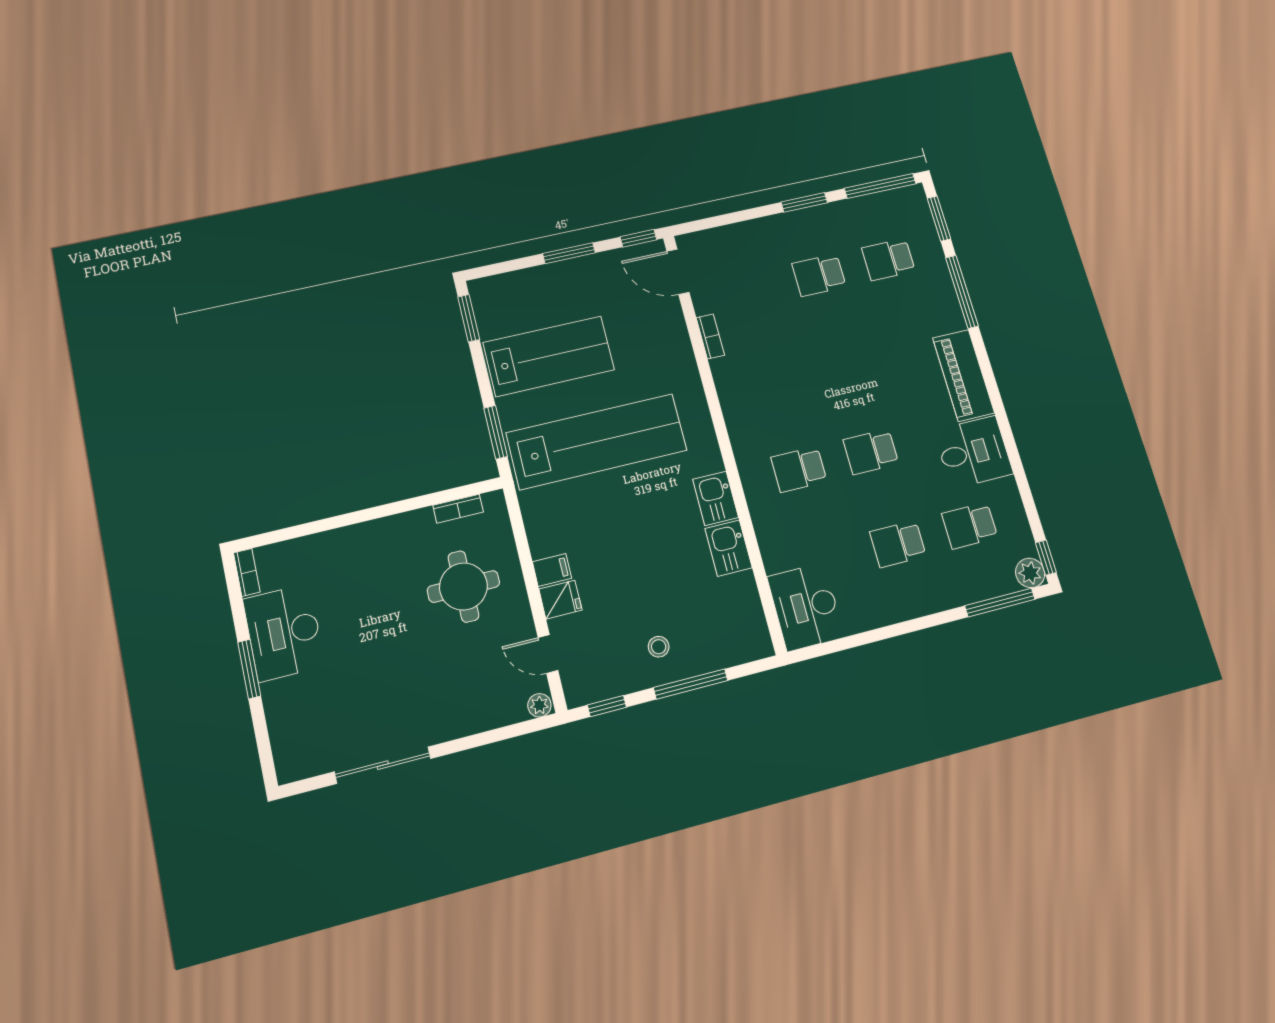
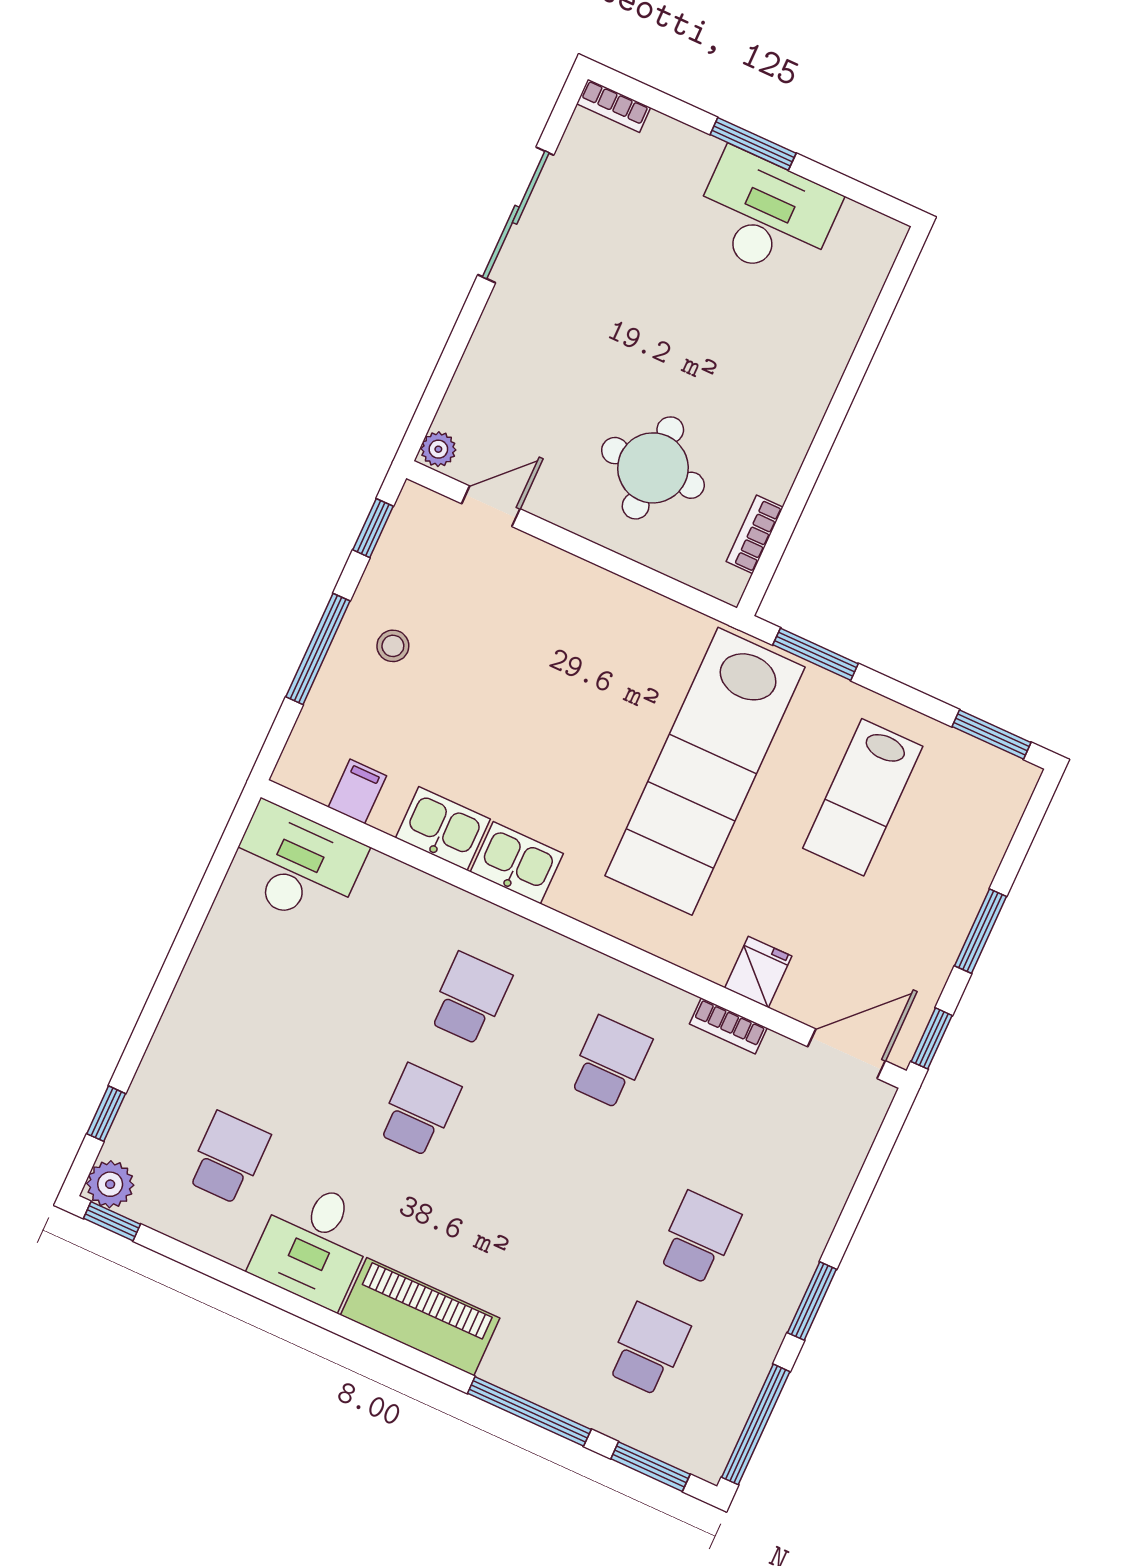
lab bench: (549, 356) -> (863, 797), width x0.73, depth x0.72
school desk: (898, 544) -> (610, 1062), moved
filing cabinet: (552, 570) -> (357, 791), moved, turned 180
bookcase: (247, 572) -> (614, 106), moved
fridge: (560, 600) -> (758, 972), moved, turned 180
window: (1000, 603) -> (106, 1114), width x0.46

